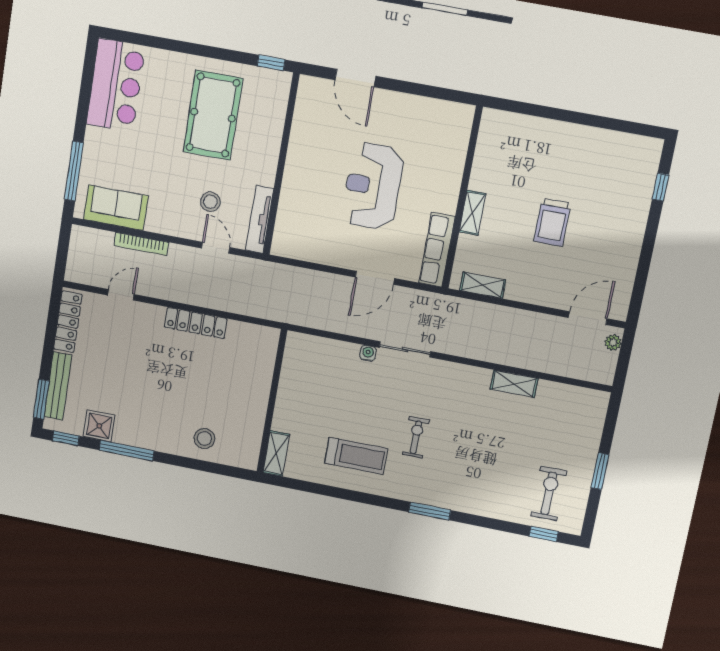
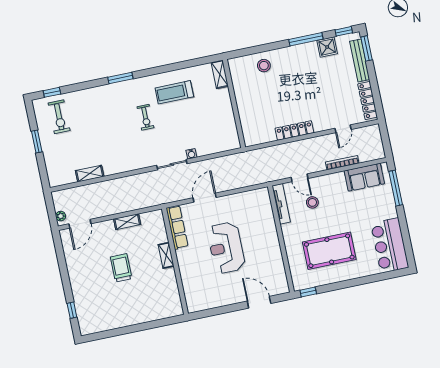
pool table: (213, 115) -> (329, 251), turned 90
reception desk: (373, 186) -> (226, 248), turned 180
shelving: (483, 285) -> (127, 222), moved
shelving: (514, 384) -> (90, 174), moved

